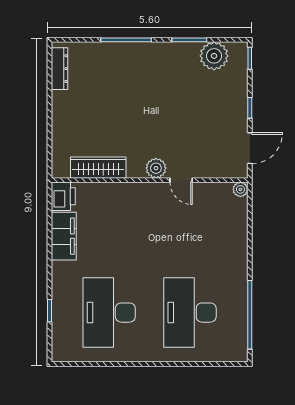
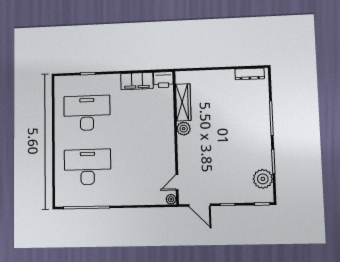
plant: (156, 168) -> (184, 129), moved
door: (181, 180) -> (177, 182), moved

